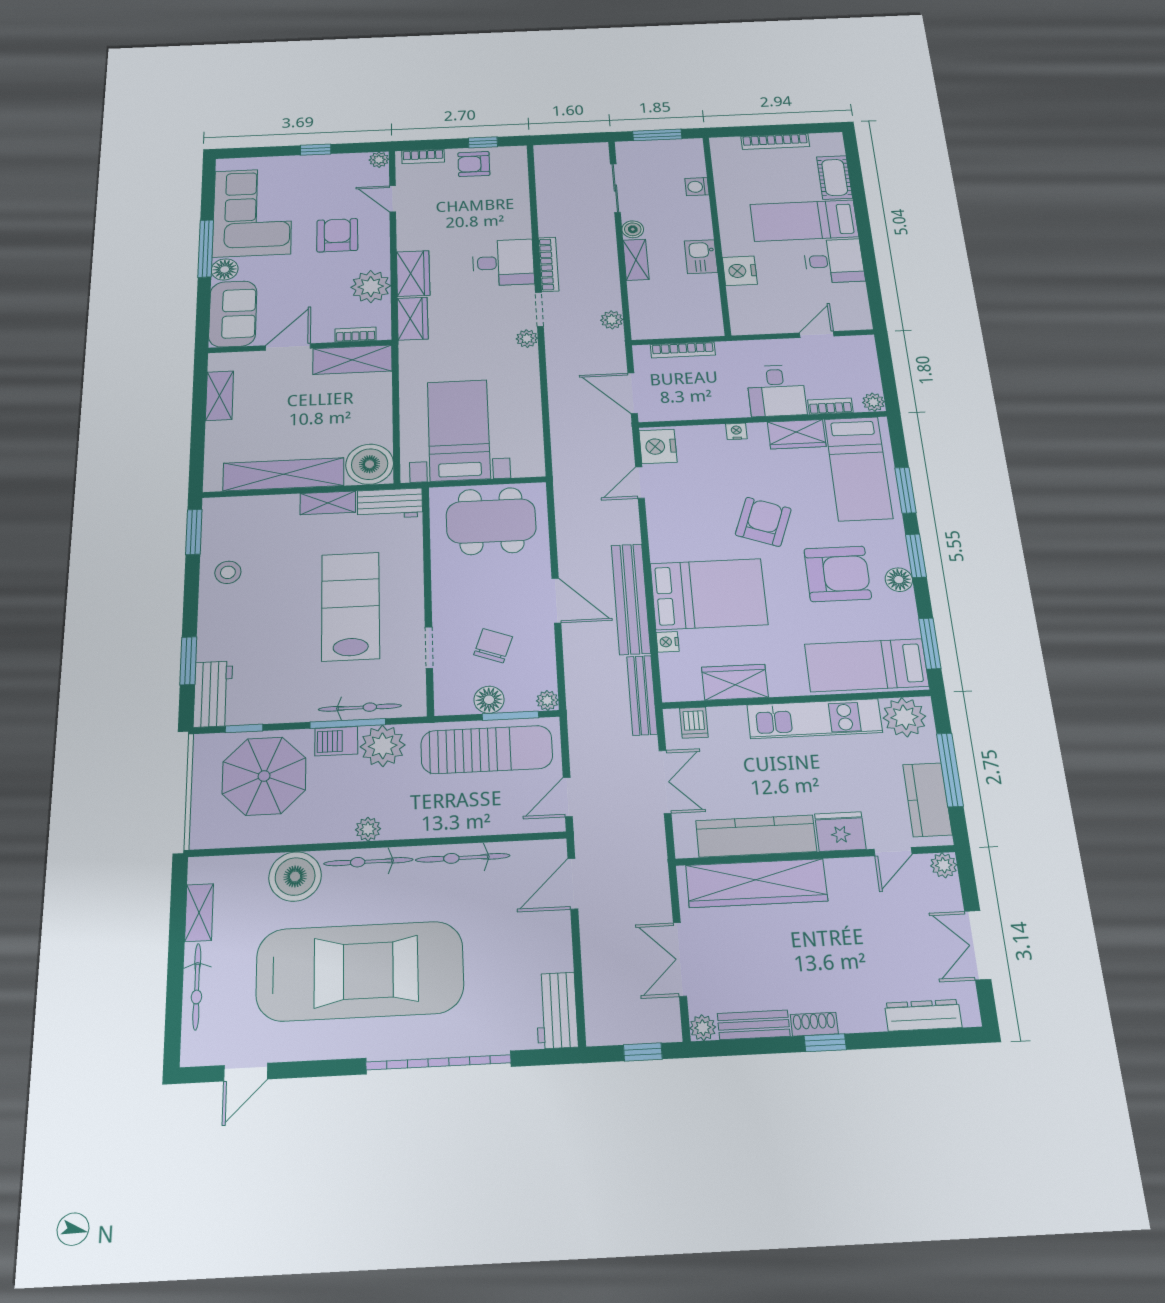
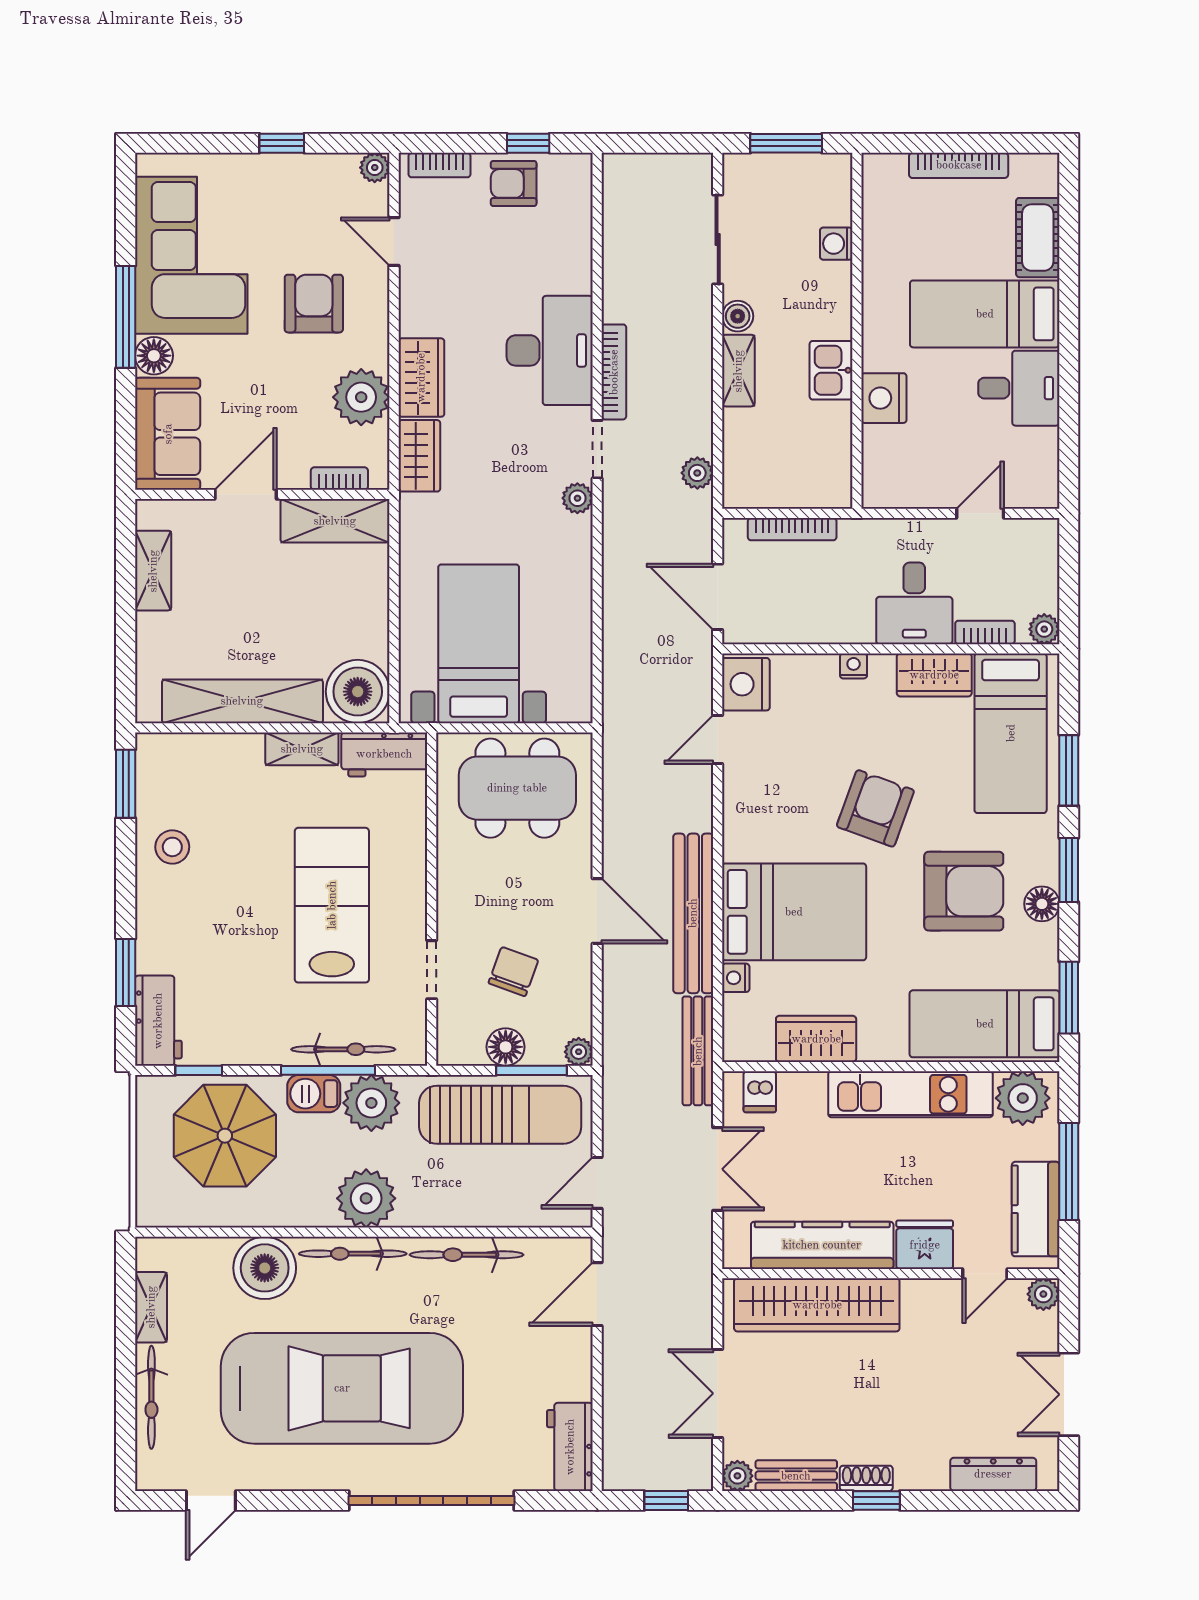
desk: (503, 263) -> (550, 350), width x1.37
plant: (368, 829) -> (366, 1198), width x1.88, depth x1.88

